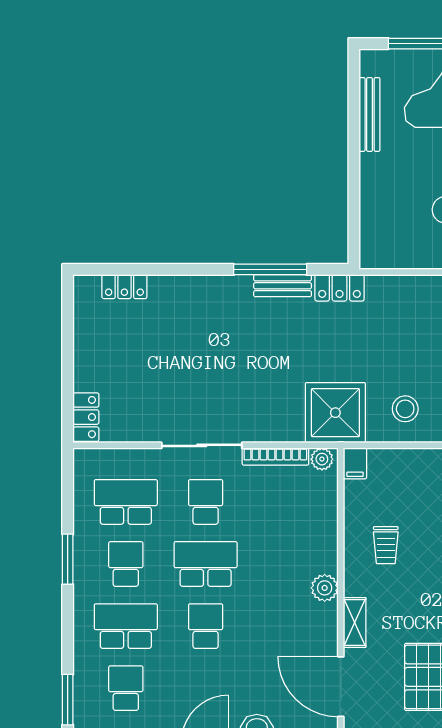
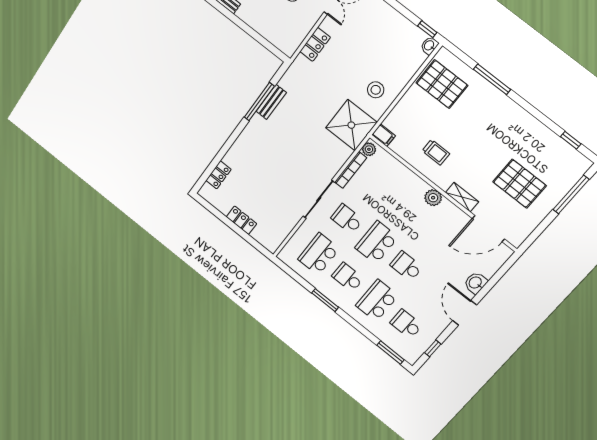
locker: (340, 288) -> (315, 44), moved
locker: (86, 417) -> (241, 220), moved

